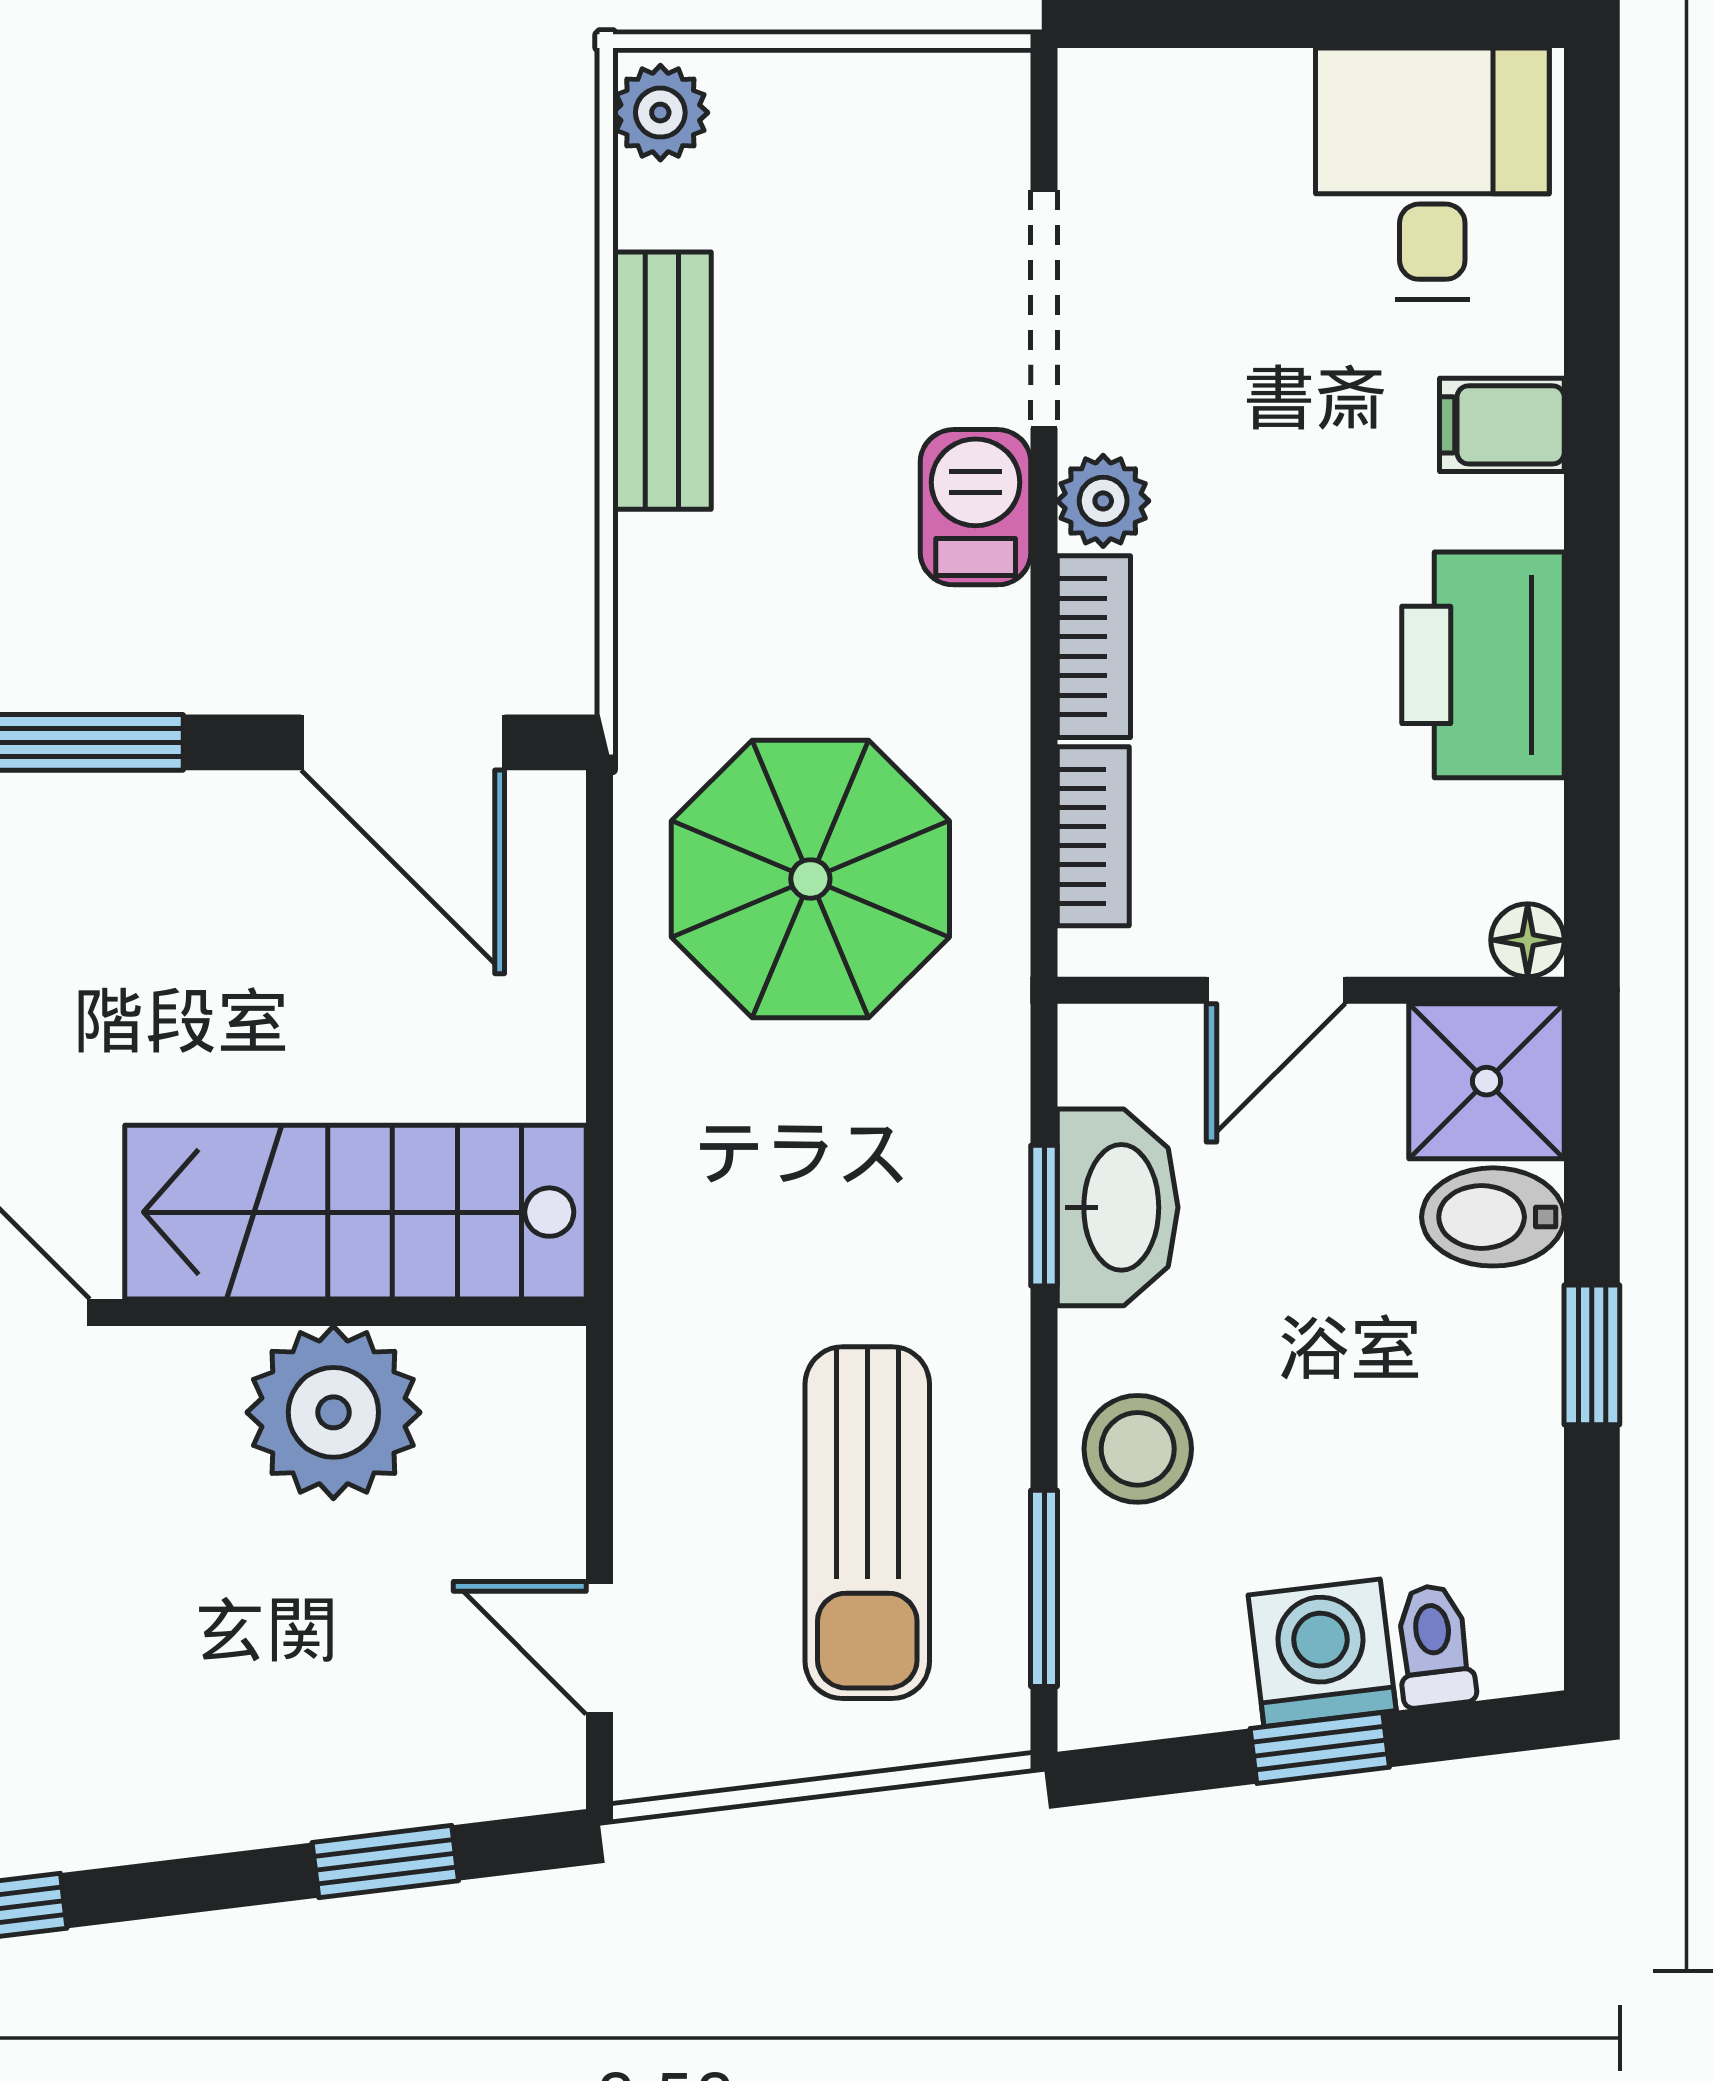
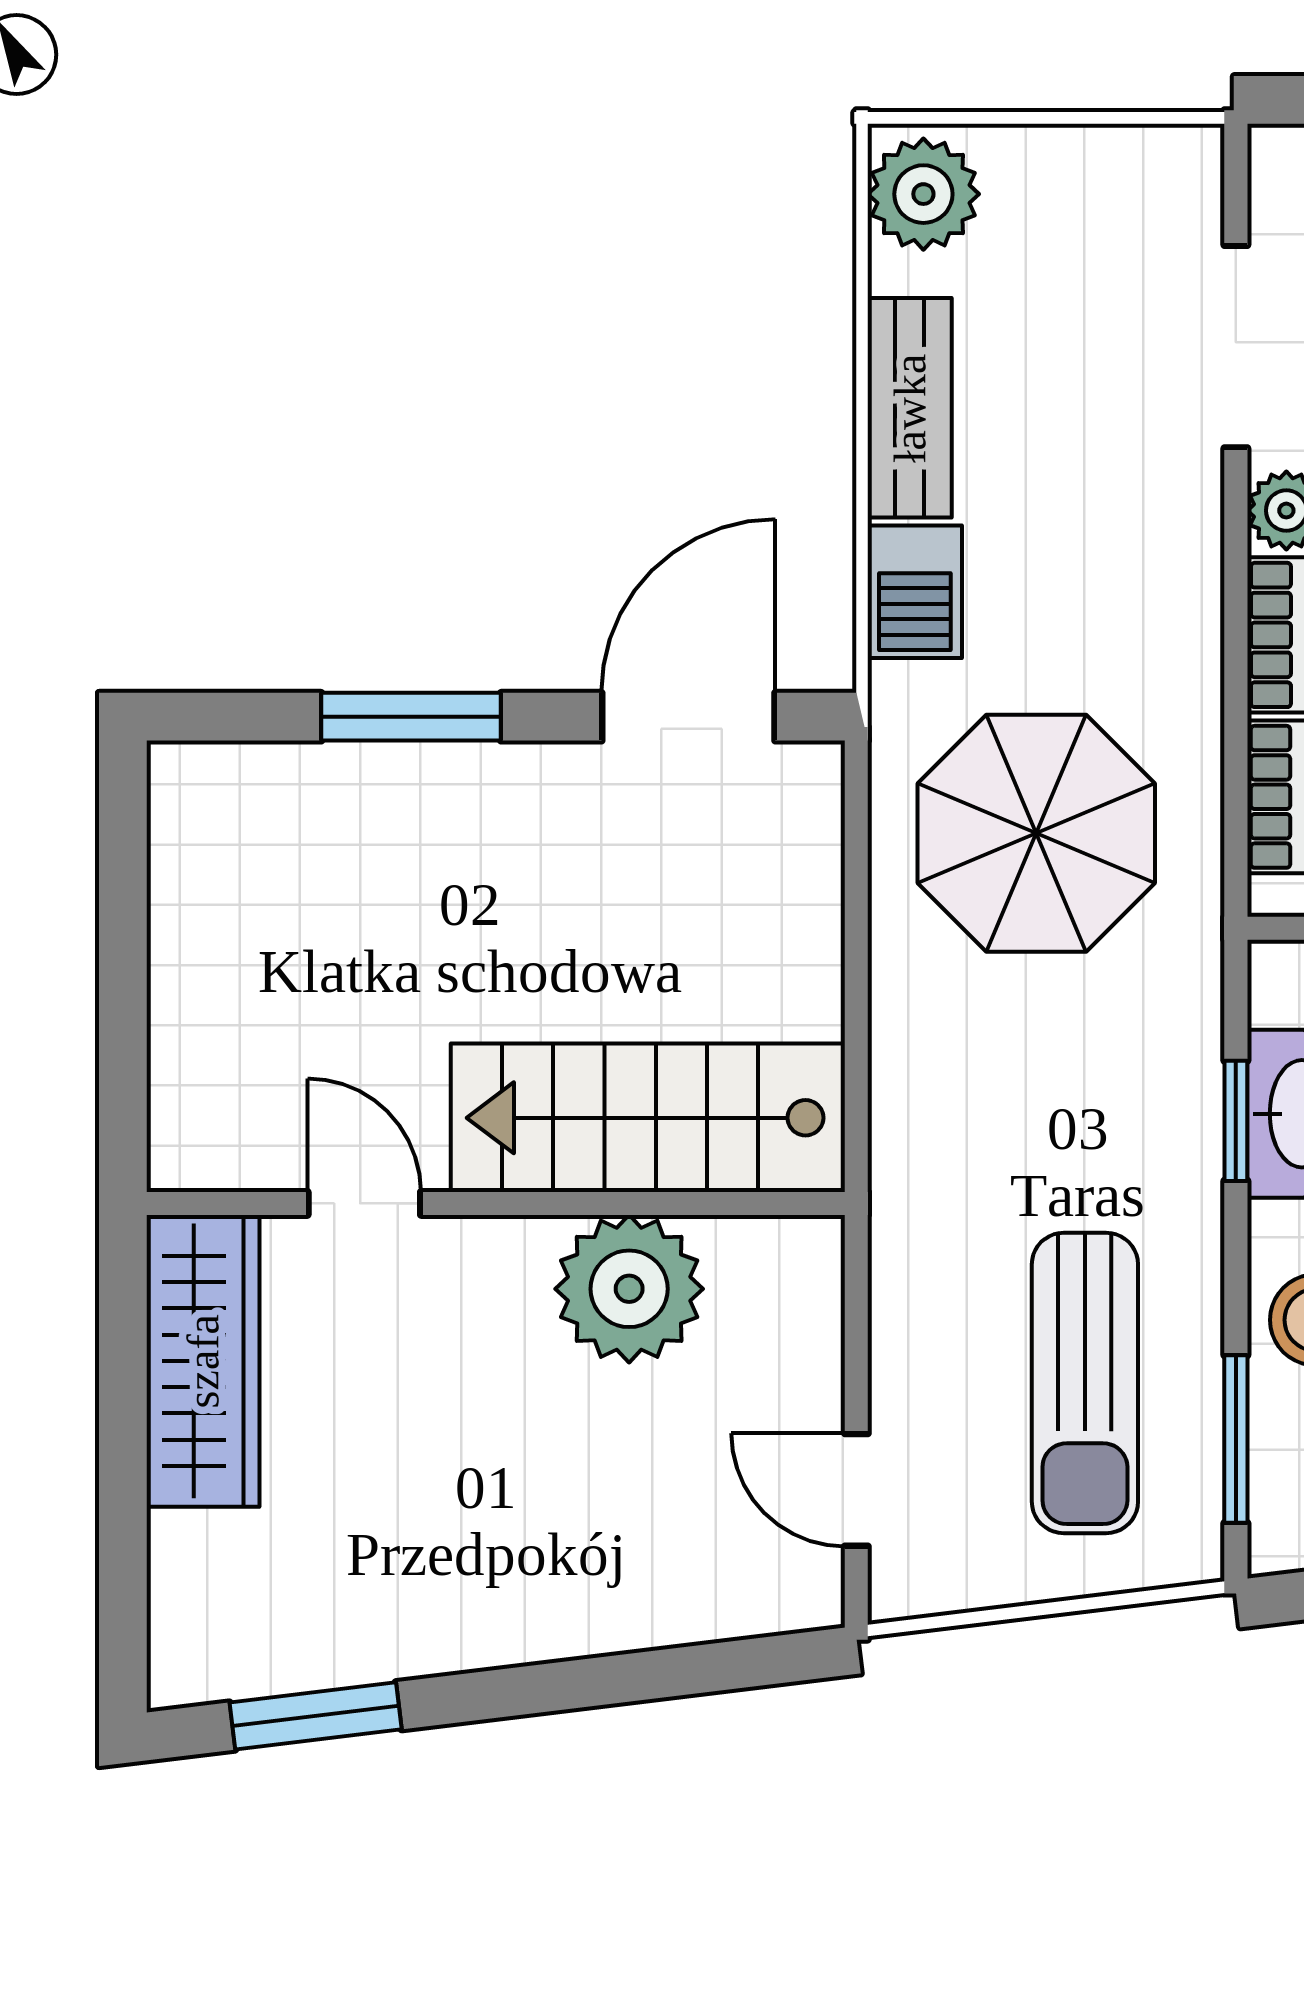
plant: (660, 113) -> (923, 194), width x1.38, depth x1.38
barbecue: (976, 507) -> (915, 592), moved, turned 180
door: (403, 742) -> (688, 717), swing flipped
window: (385, 1862) -> (673, 1672), removed

